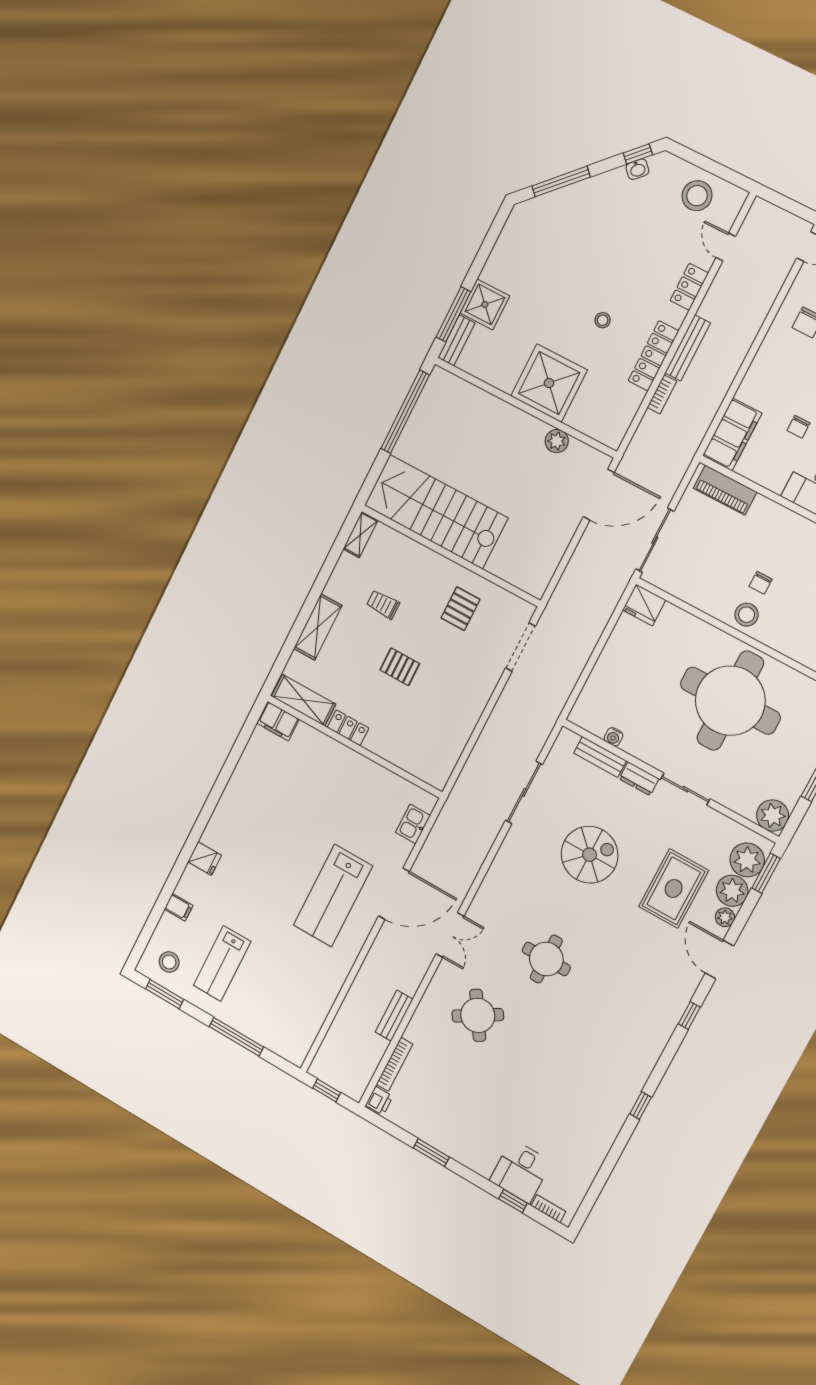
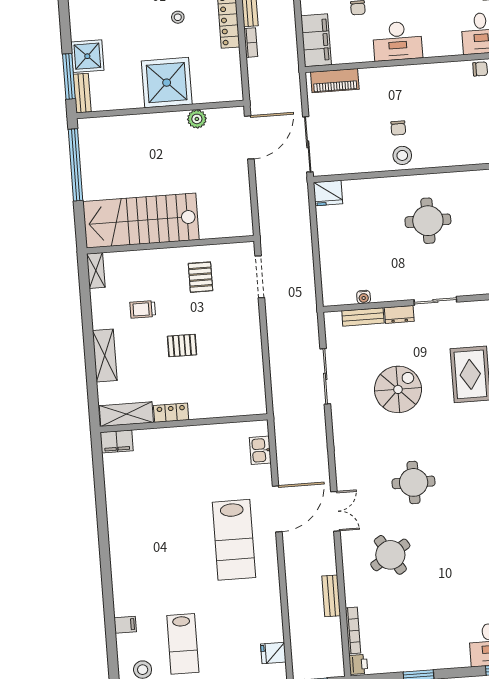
round table: (730, 701) -> (428, 221), width x0.54, depth x0.54
fridge: (205, 858) -> (273, 653), moved, turned 180

